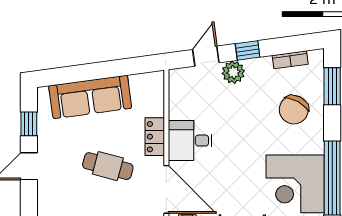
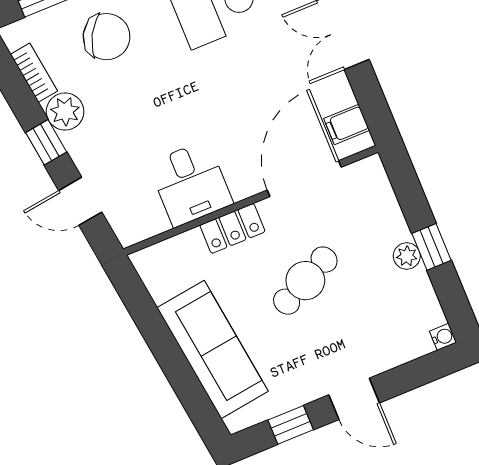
plant: (233, 72) -> (65, 112), moved
desk: (190, 141) -> (190, 184), moved
cafe table: (108, 166) -> (305, 281), turned 49

